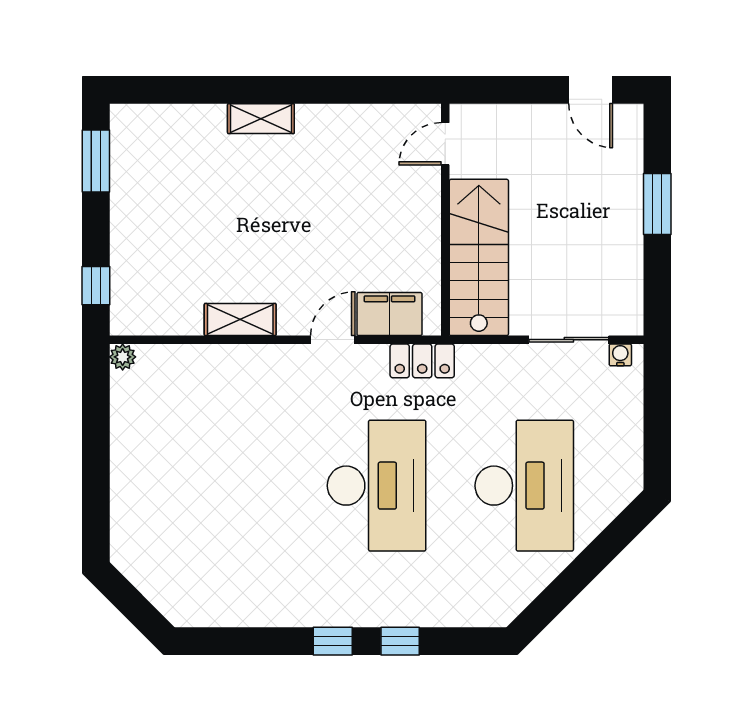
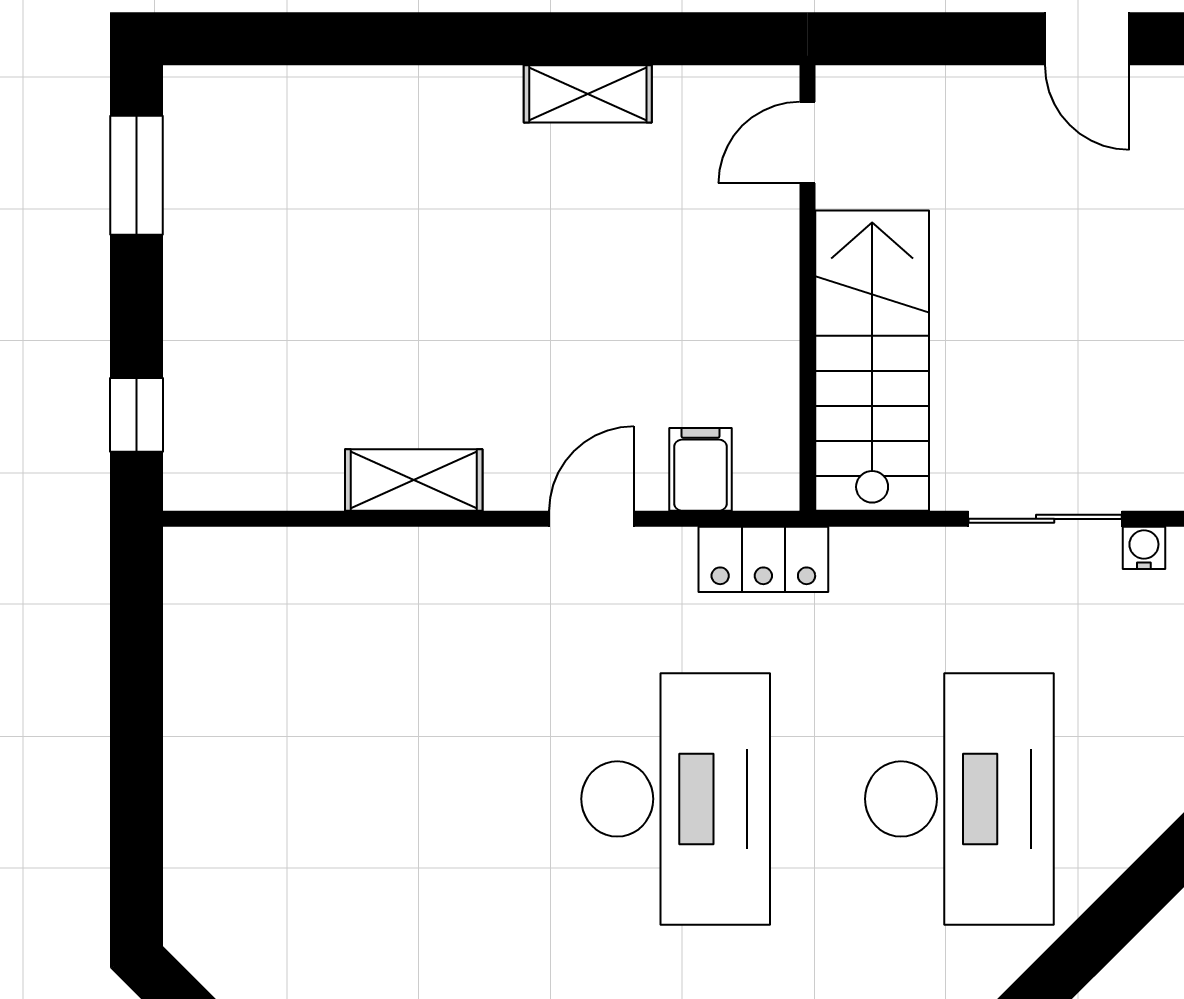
shelving: (261, 119) -> (588, 94), moved
filing cabinet: (389, 314) -> (701, 469), width x0.50
plant: (123, 357) -> (188, 552), removed

